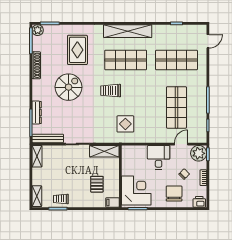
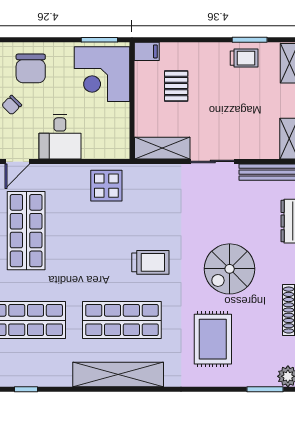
display table: (125, 124) -> (106, 186), moved

